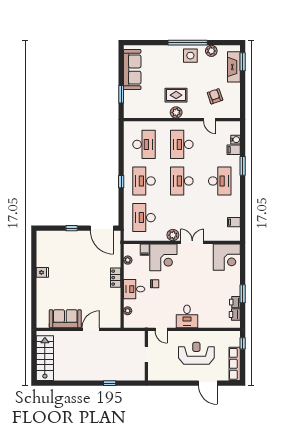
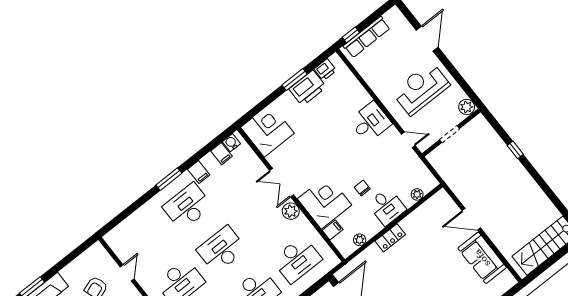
water cooler: (236, 140) -> (231, 143), moved
filing cabinet: (234, 150) -> (199, 172), moved
window: (243, 166) -> (169, 179), moved
desk: (182, 181) -> (222, 249), turned 180
printer: (235, 302) -> (308, 88), width x1.87, depth x1.48
door: (161, 329) -> (408, 140), hinge flipped
reception desk: (196, 353) -> (421, 88), moved, turned 90
row of seats: (235, 364) -> (367, 37), moved
plant: (154, 375) -> (467, 107), added

